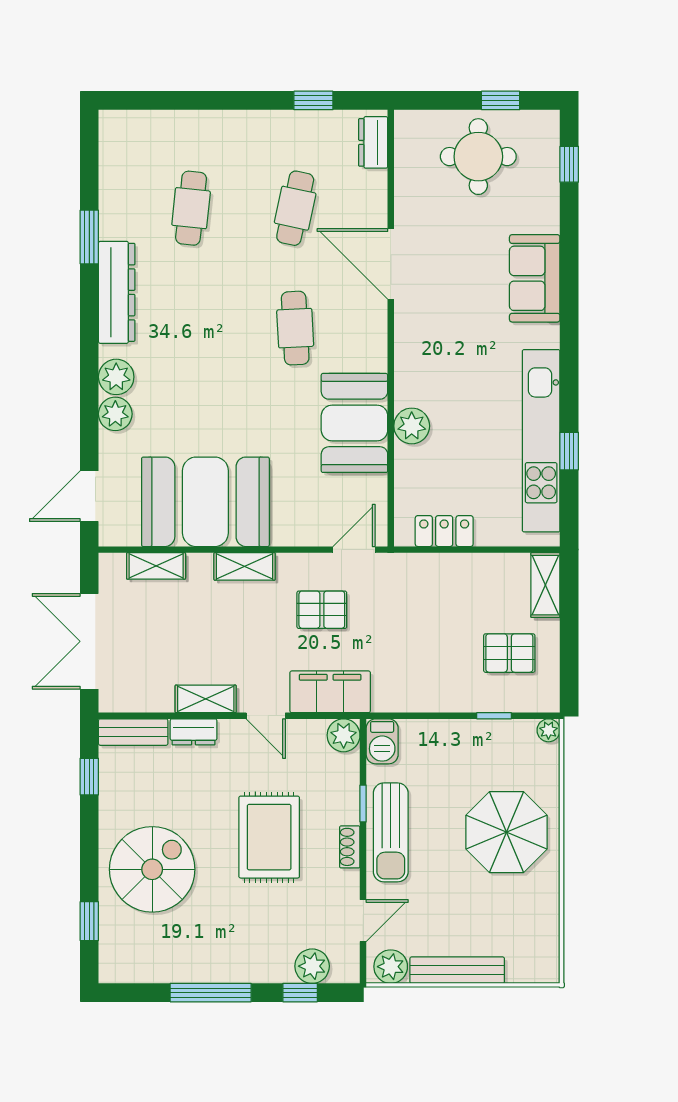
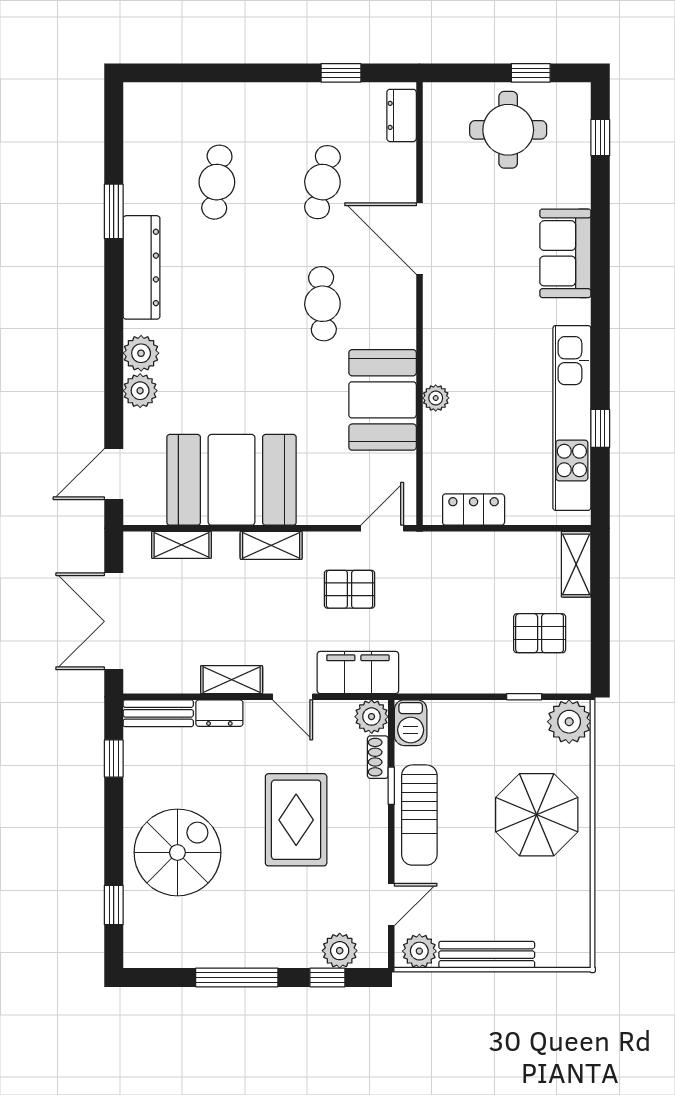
plant: (412, 426) -> (436, 398), width x0.73, depth x0.73
plant: (548, 730) -> (569, 722), width x1.87, depth x1.87
shoe rack: (350, 847) -> (378, 757), moved

